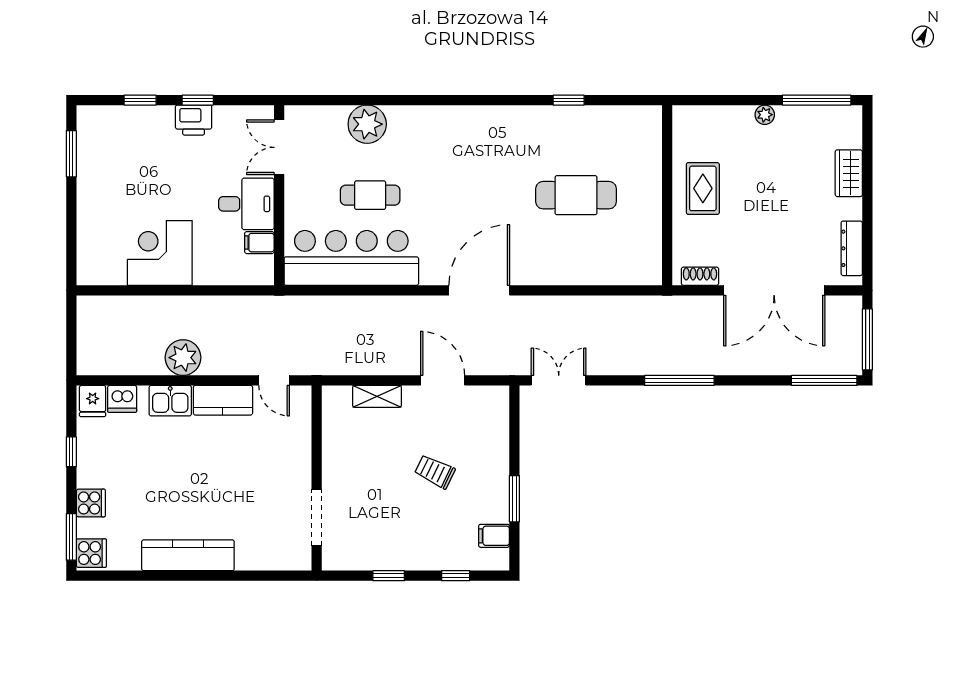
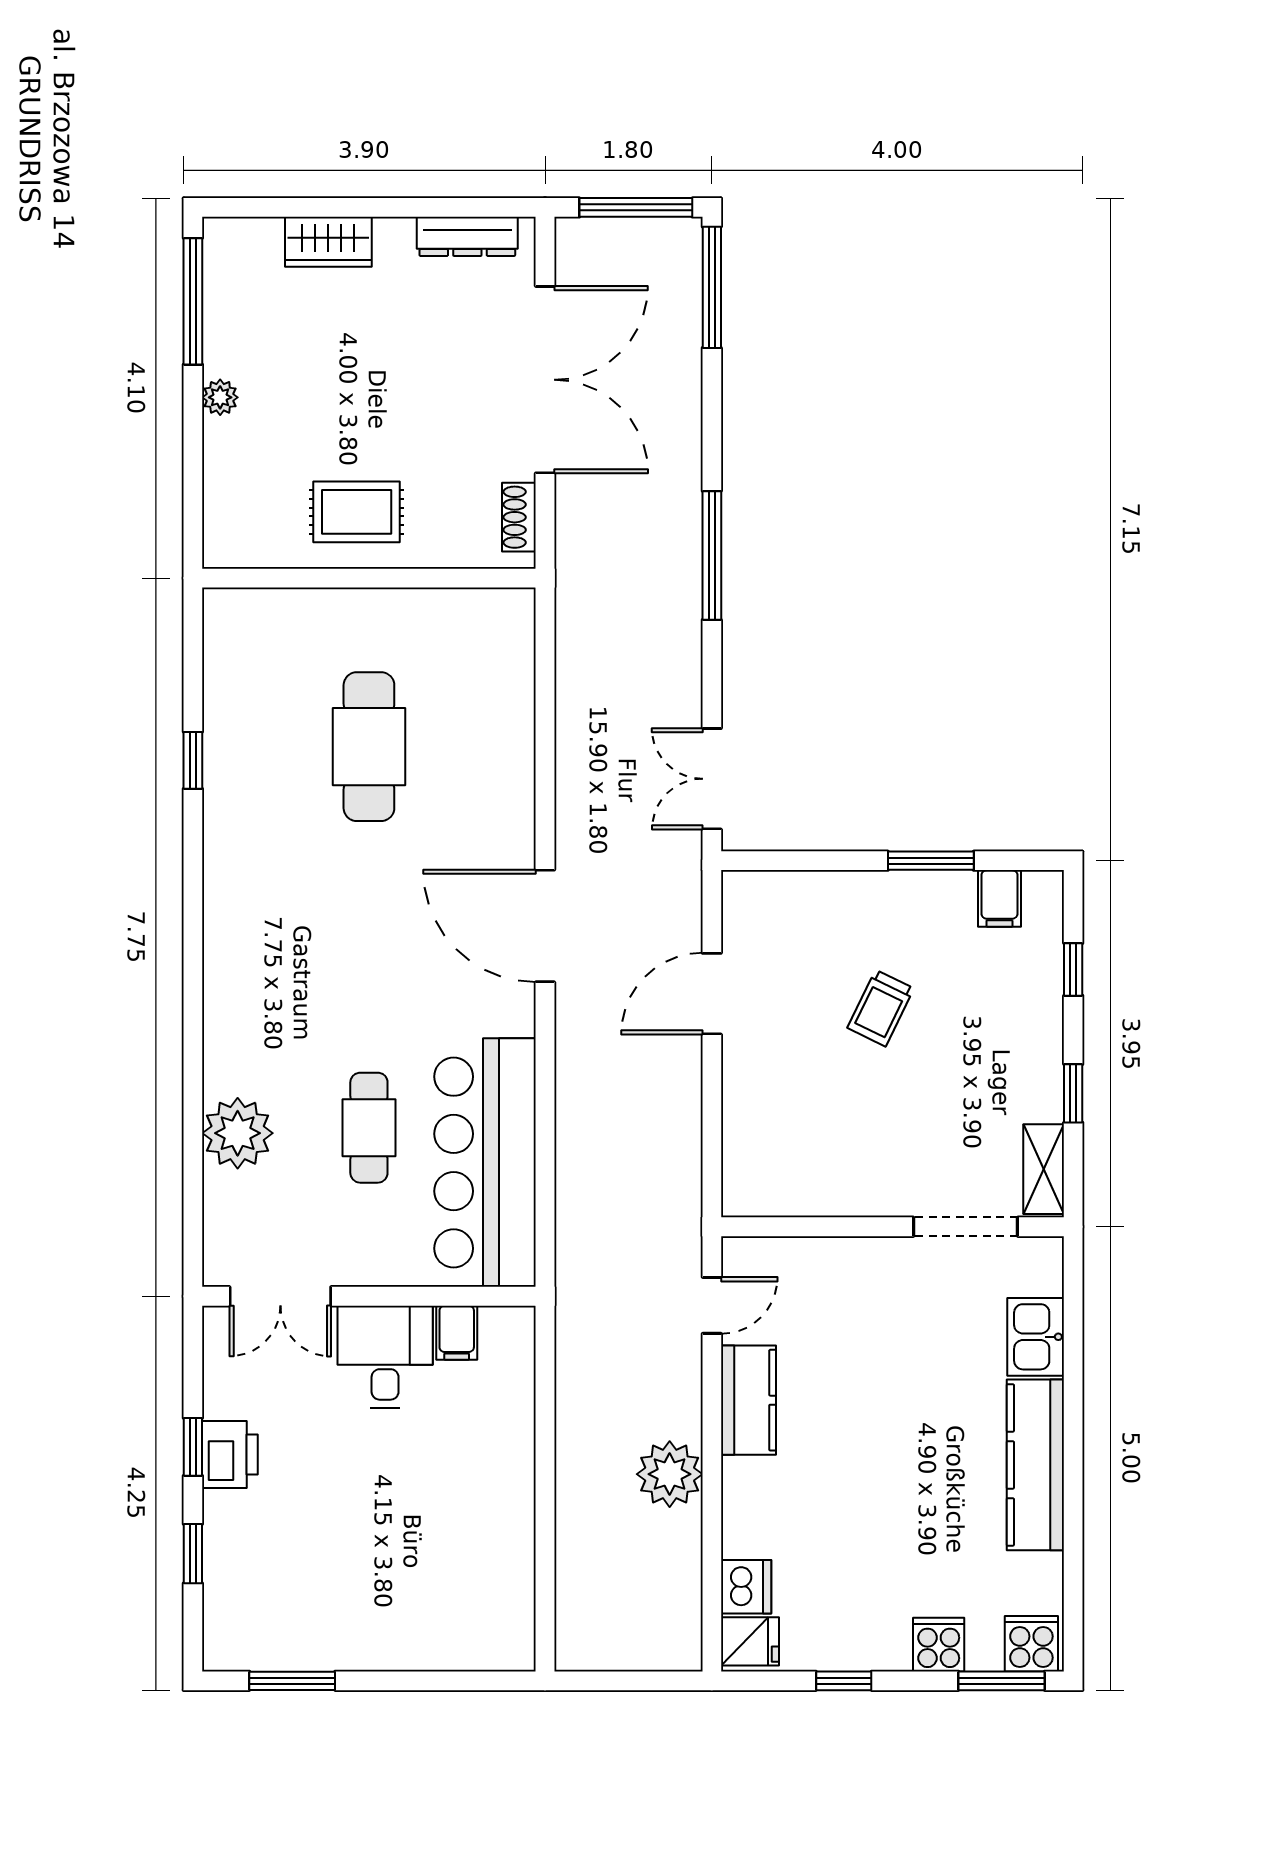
corner desk: (160, 253) -> (476, 1517), removed
shelving: (377, 396) -> (1044, 1169), moved
kitchen sink: (170, 401) -> (1036, 1337), moved, turned 180

